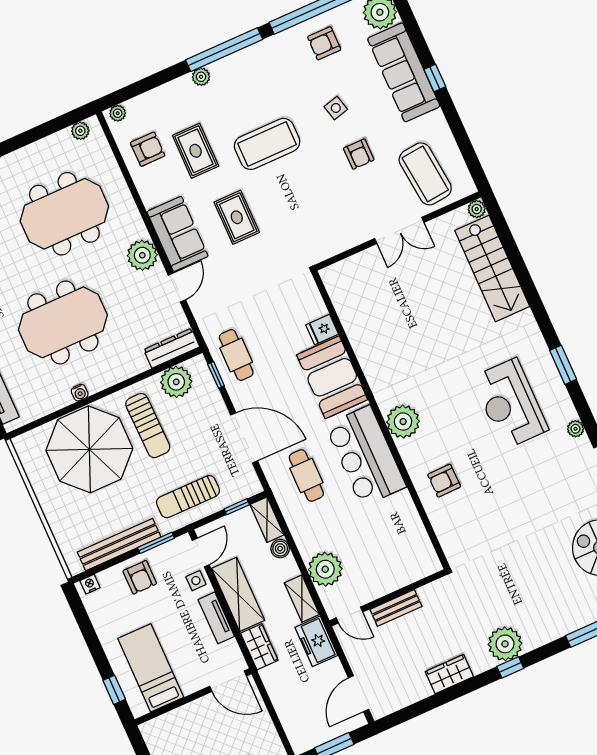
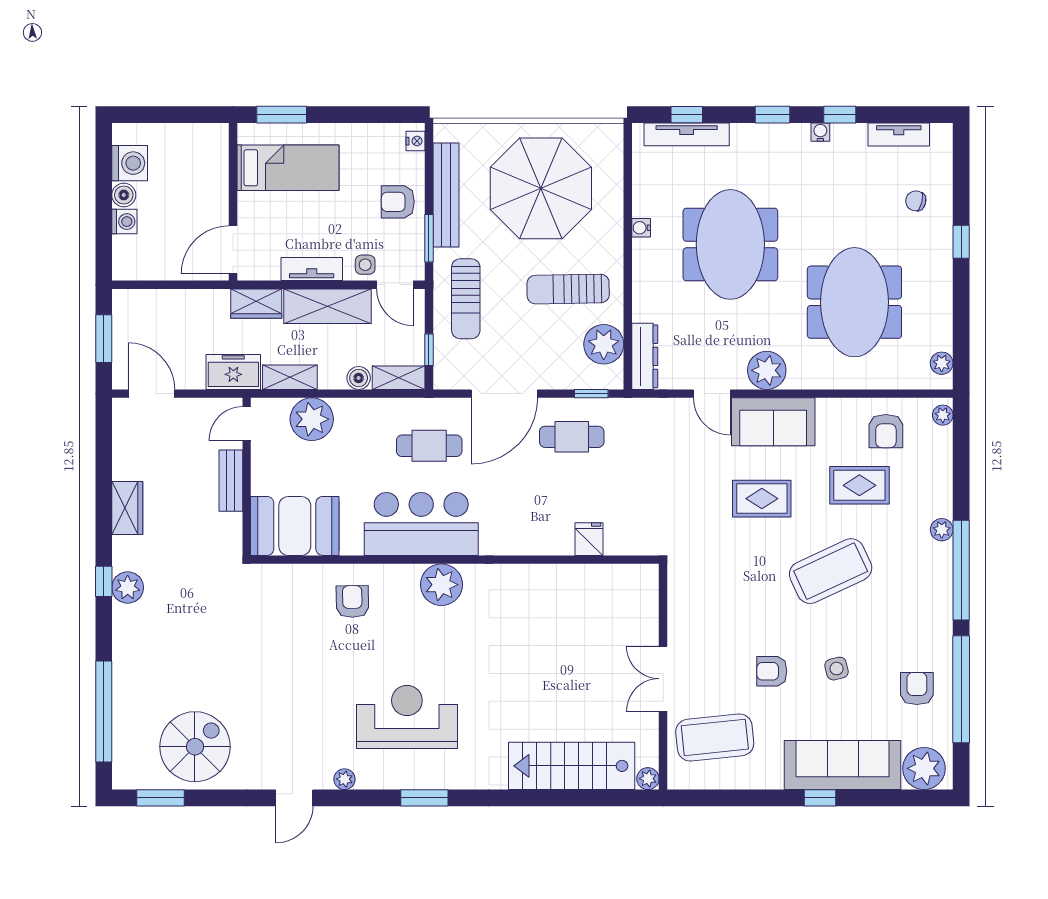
coffee table: (267, 144) -> (831, 571), turned 65
cafe table: (236, 355) -> (572, 437), moved
booth: (332, 377) -> (295, 526), moved
parasol: (89, 449) -> (541, 188), moved
sun lounger: (188, 497) -> (466, 299), turned 180
plant: (505, 644) -> (128, 588), width x0.73, depth x0.73
window: (114, 690) -> (282, 115), width x1.50

